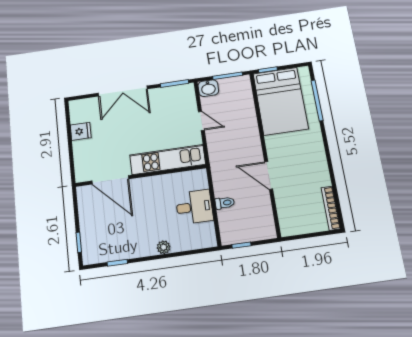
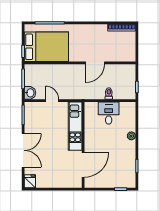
door: (201, 121) -> (52, 101), hinge flipped
fridge: (81, 131) -> (30, 181), moved

